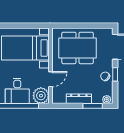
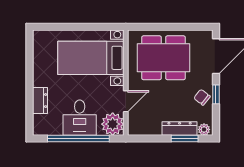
dresser: (79, 99) -> (180, 129), moved

